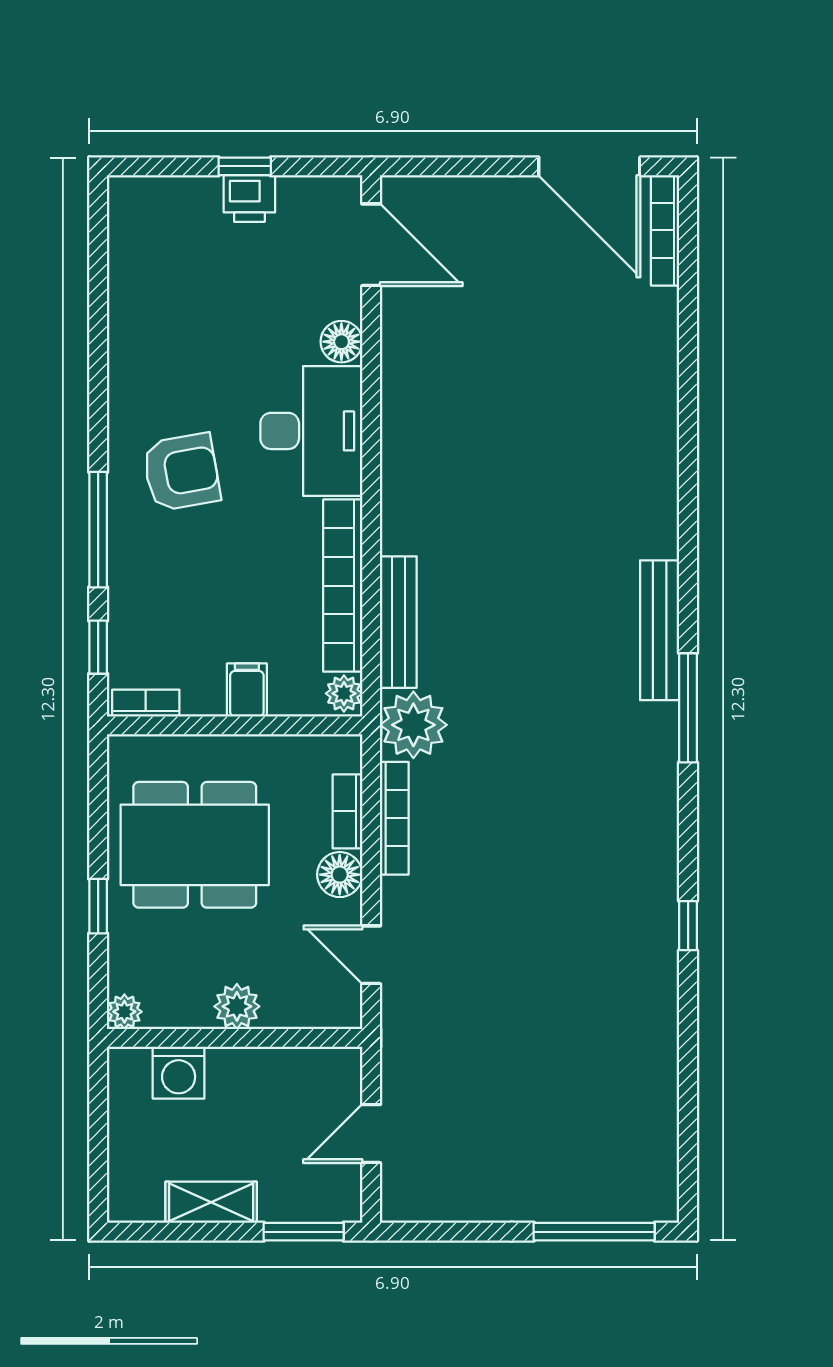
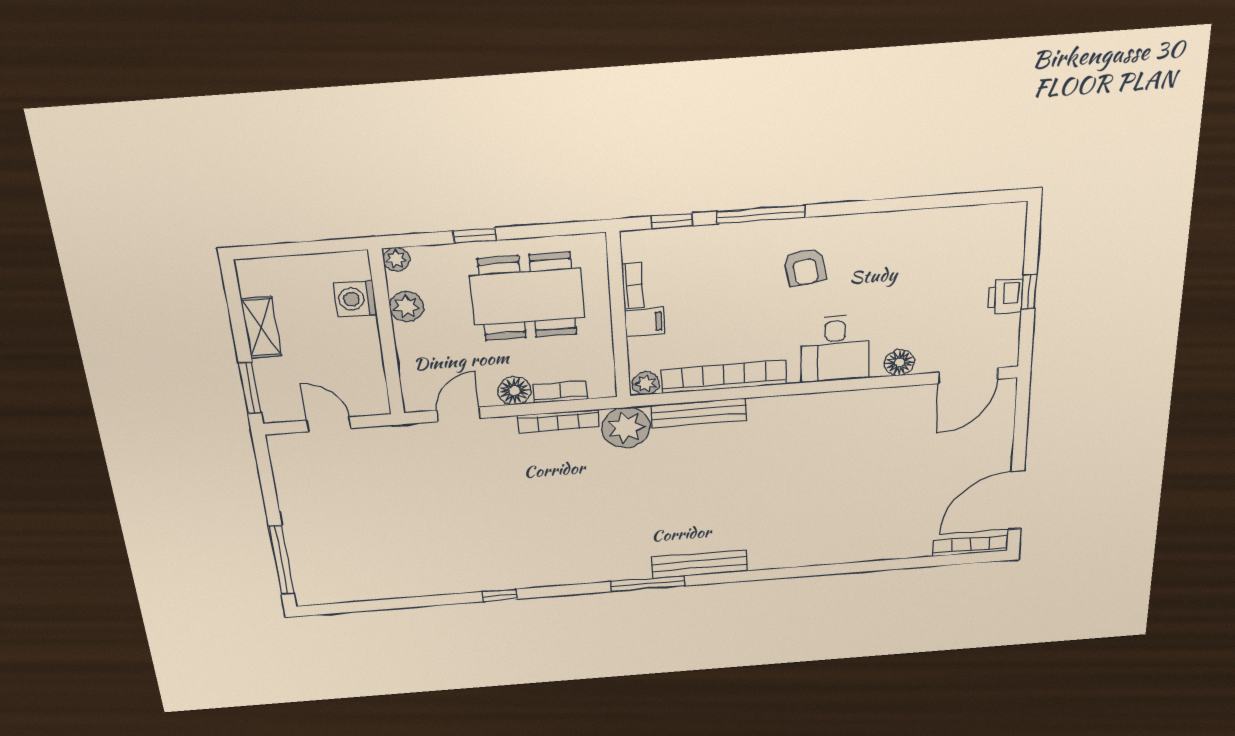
desk: (311, 431) -> (835, 349), width x0.73
armchair: (181, 472) -> (805, 267), width x0.72, depth x0.72
bookcase: (146, 703) -> (633, 285), moved
dining table: (195, 845) -> (527, 297), turned 90
plant: (237, 1006) -> (407, 307), moved

